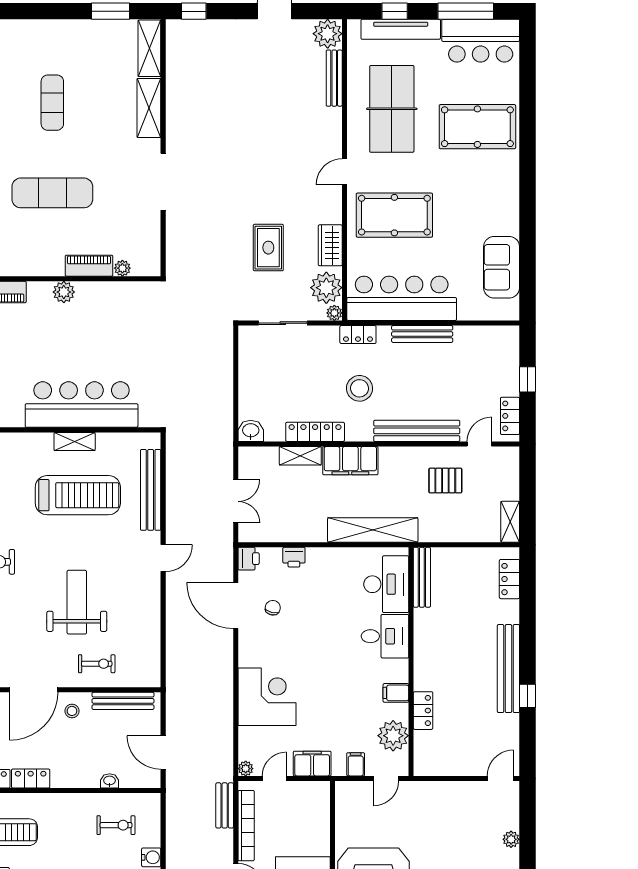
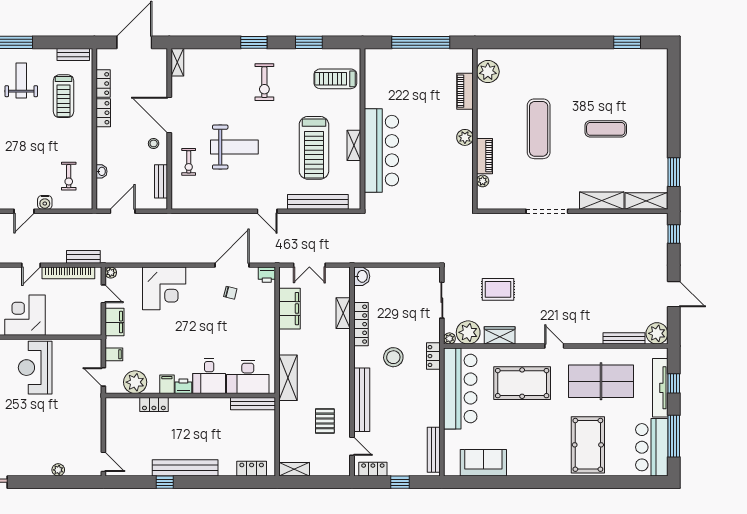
pool table: (394, 215) -> (522, 383), turned 90
bench: (422, 334) -> (434, 450), moved
filing cabinet: (350, 461) -> (290, 309), moved, turned 180
shelving: (373, 530) -> (288, 378), width x0.68
printer: (294, 557) -> (183, 386), moved, turned 90
bench: (123, 701) -> (161, 181), width x0.73

